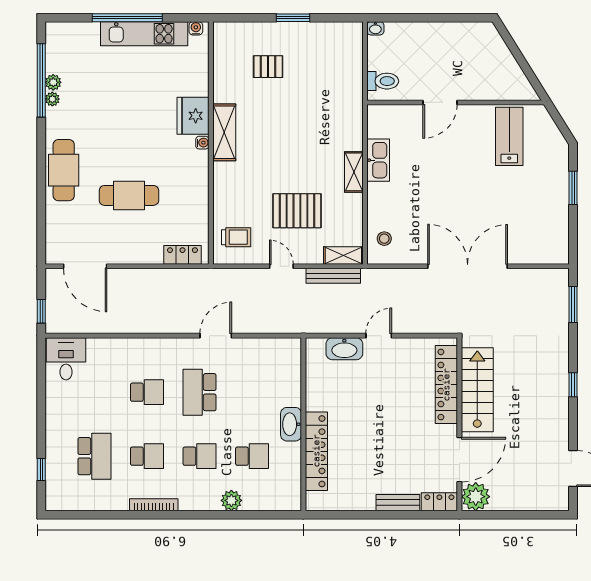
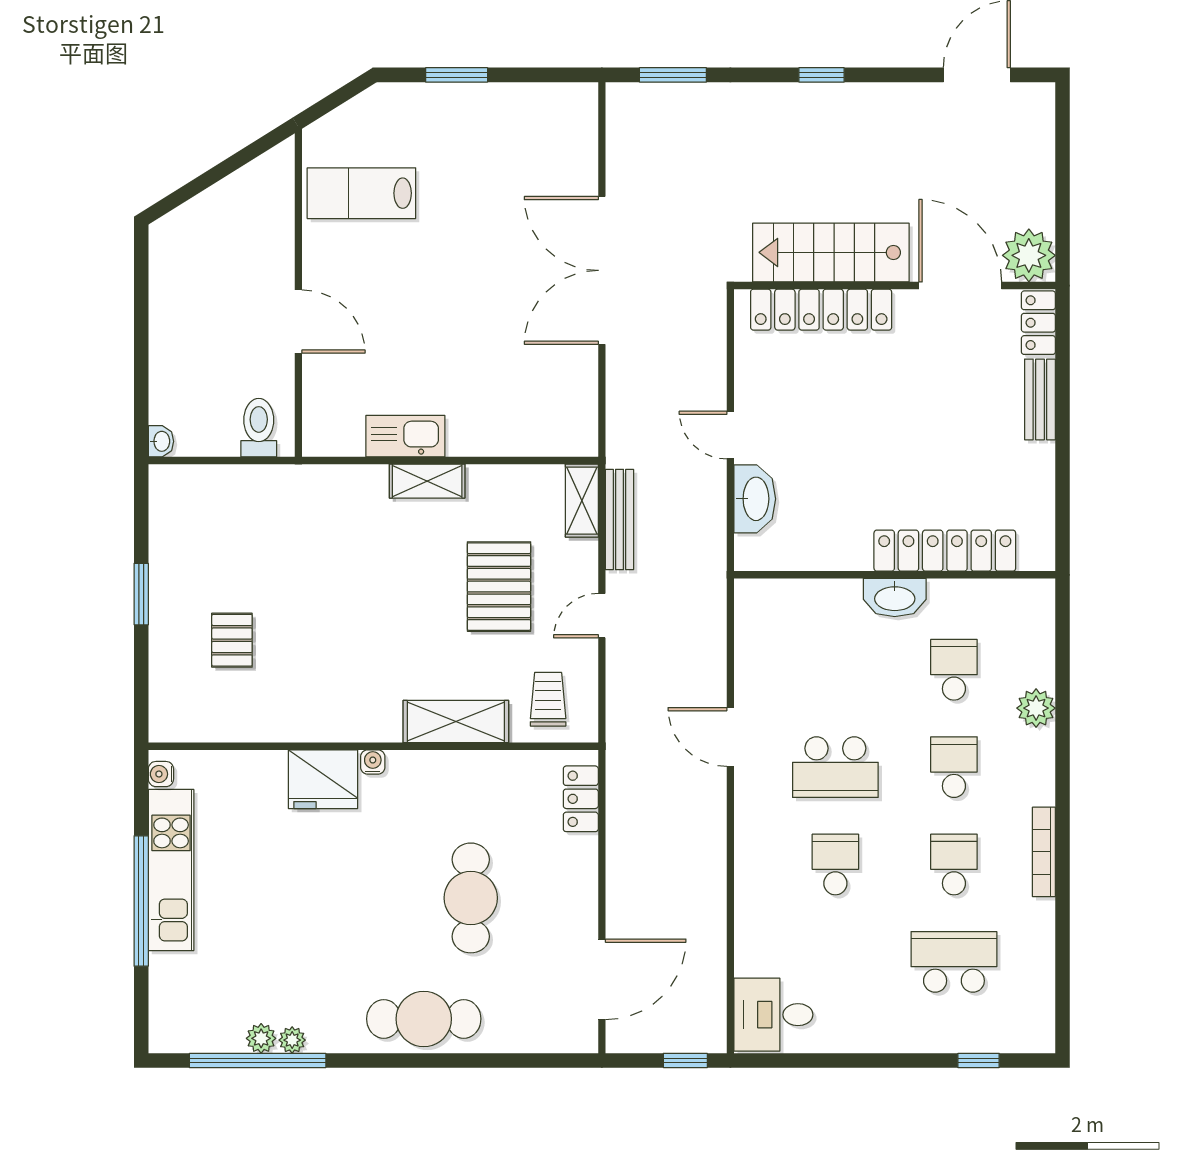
shelving: (224, 132) -> (456, 722), moved
stool: (384, 239) -> (551, 425), removed

